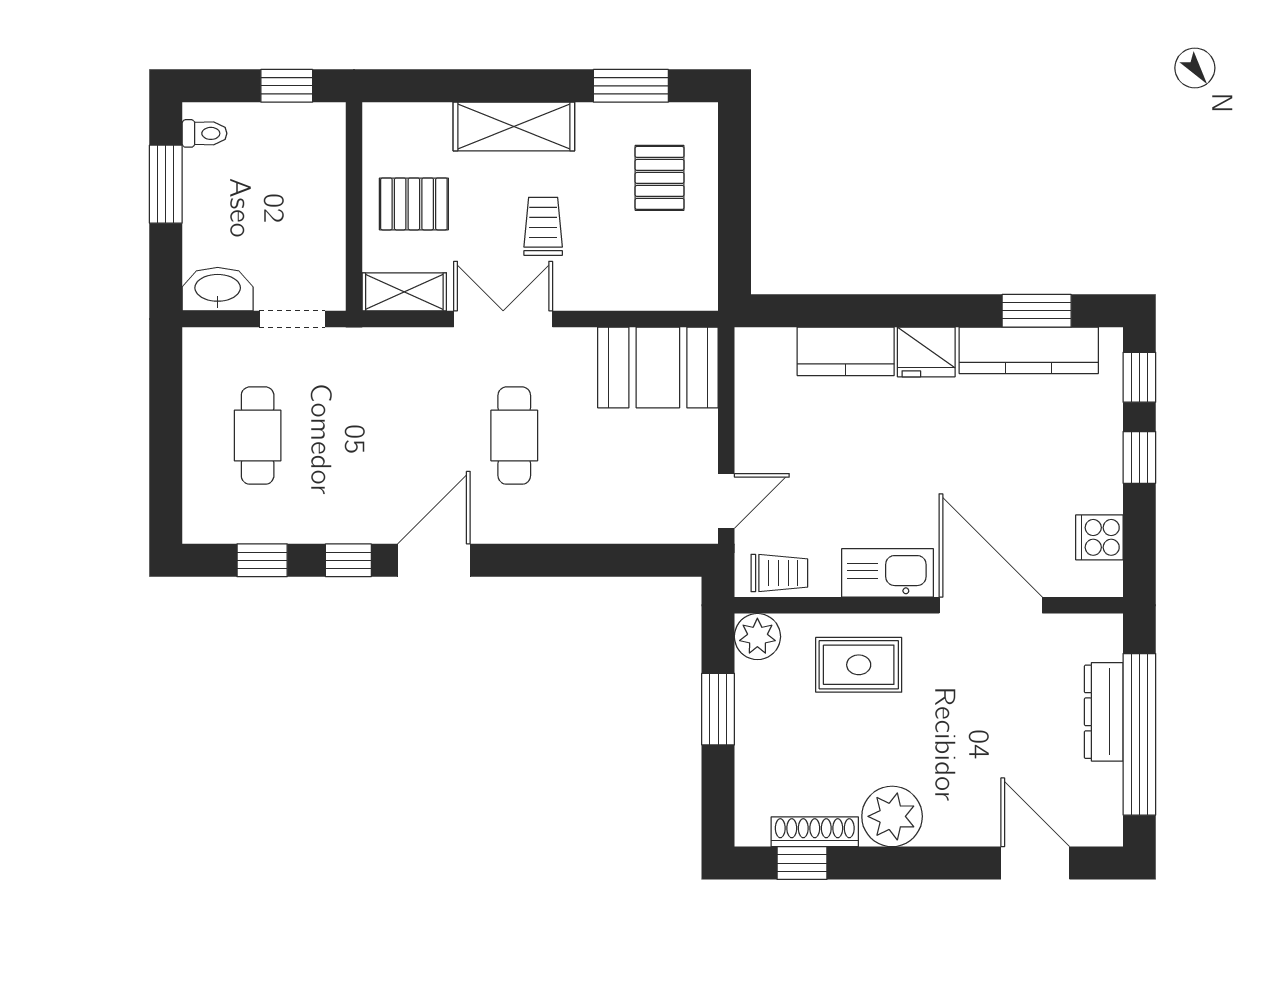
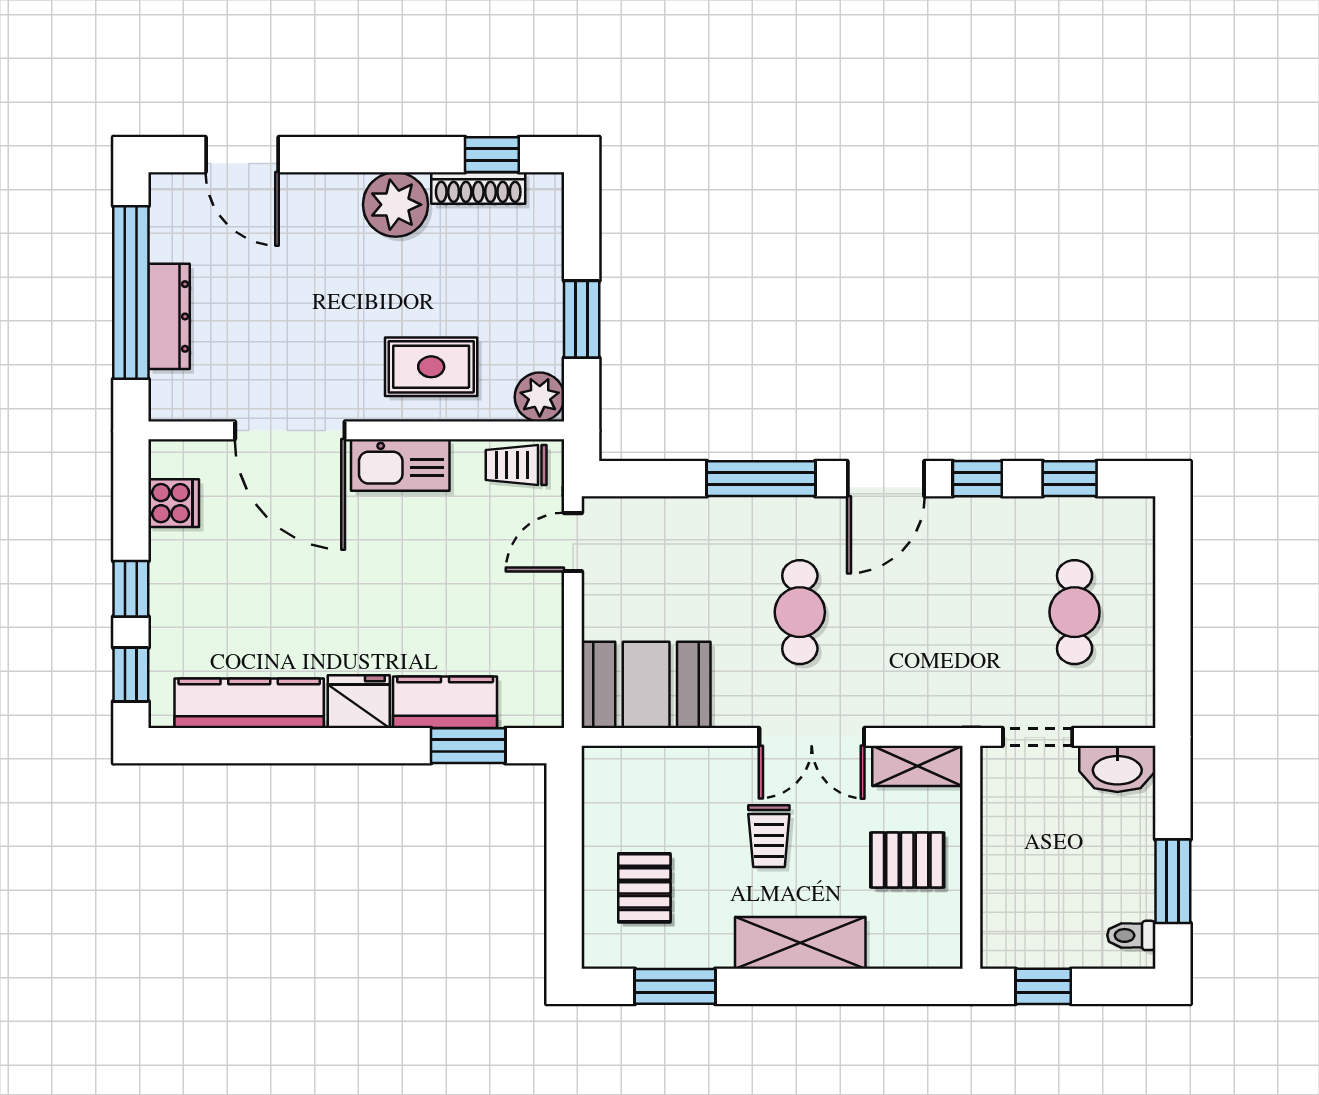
window: (1037, 311) -> (468, 746), moved
window: (550, 560) -> (761, 479), added

